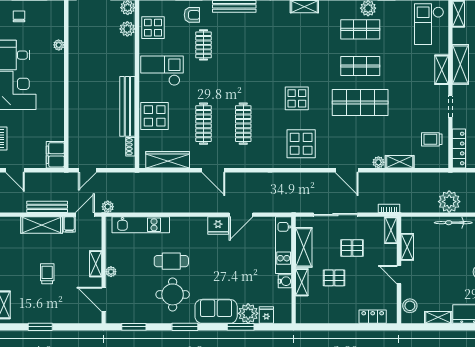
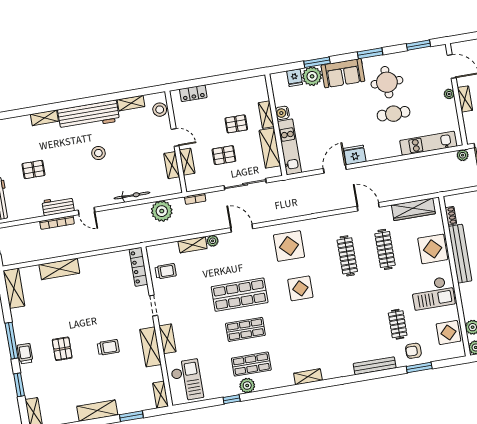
plant: (449, 202) -> (162, 211), moved
shelving: (391, 230) -> (187, 162), moved

